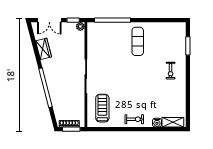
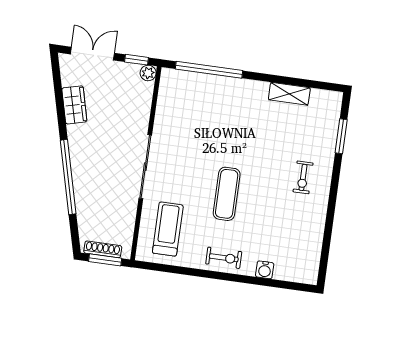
double door: (49, 20) -> (92, 54), swing flipped
exercise mat: (138, 41) -> (227, 194), moved
shelving: (173, 122) -> (289, 94), moved

